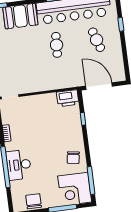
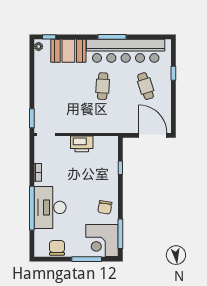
door: (99, 86) -> (153, 135), moved
printer: (68, 98) -> (82, 144), moved
desk: (19, 165) -> (50, 207), width x1.36, depth x1.30

